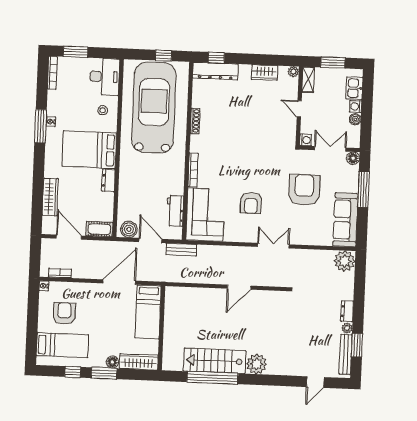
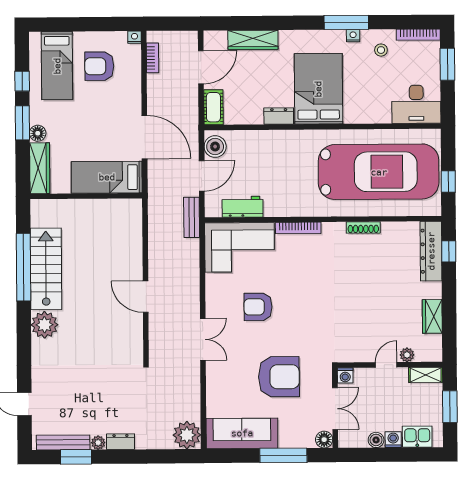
plant: (293, 72) -> (407, 355), moved
stool: (103, 110) -> (381, 50), moved
armchair: (64, 313) -> (99, 66), turned 180

